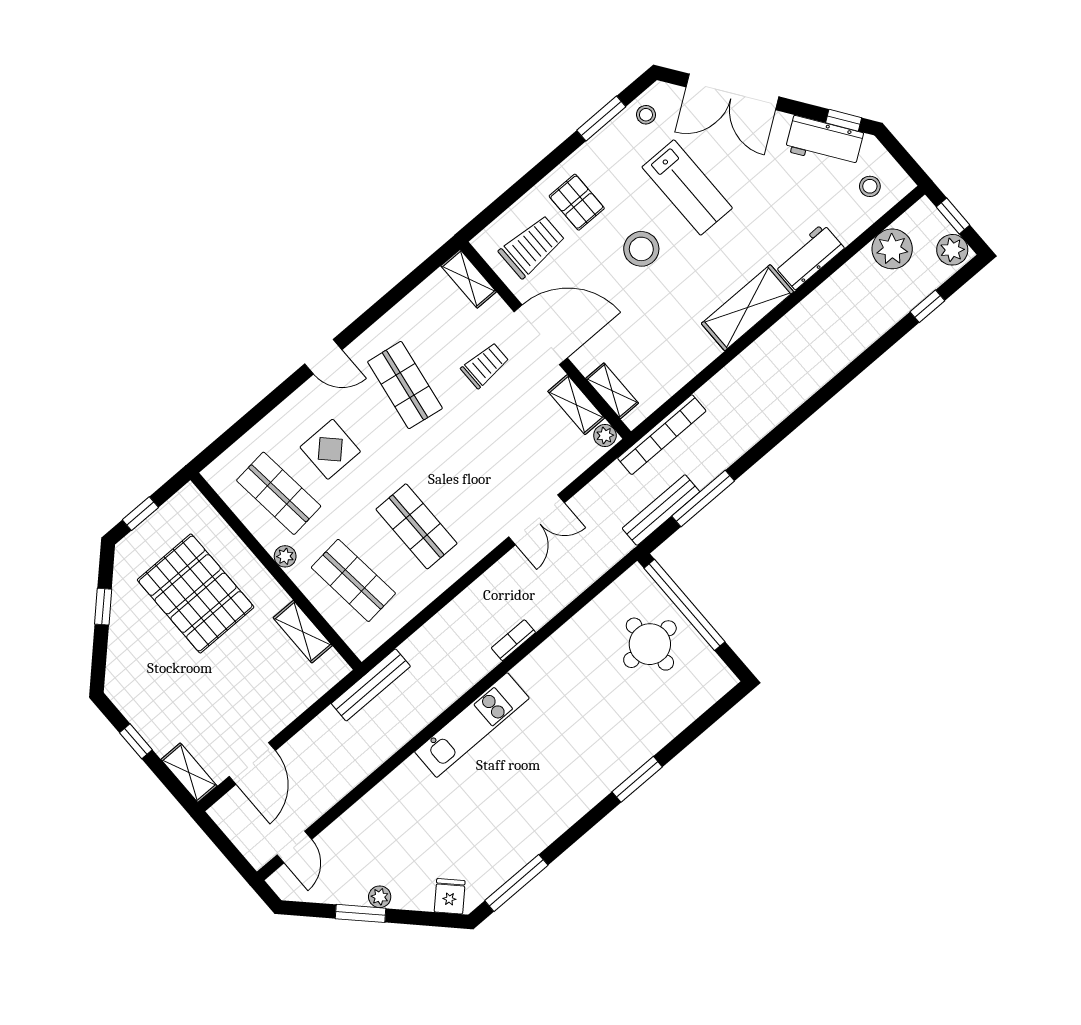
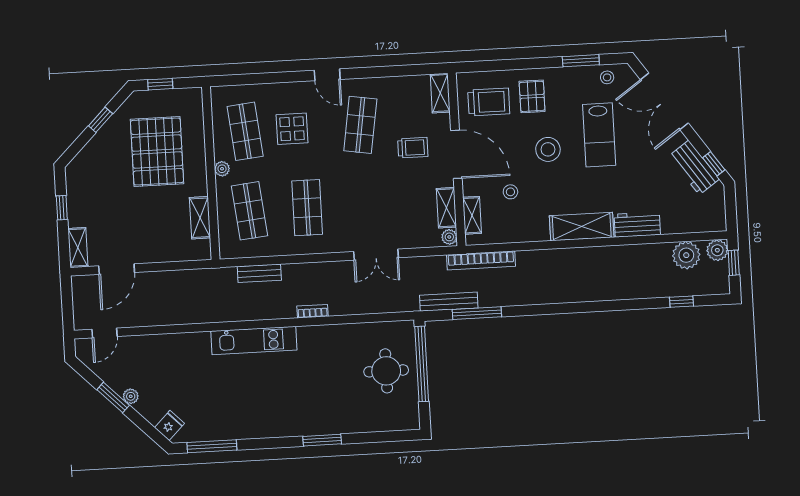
stool: (870, 186) -> (510, 192), moved
plant: (952, 250) -> (717, 250), moved
bench: (371, 685) -> (259, 273), moved, width x0.73

